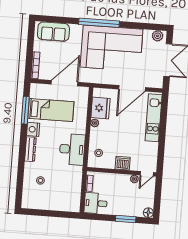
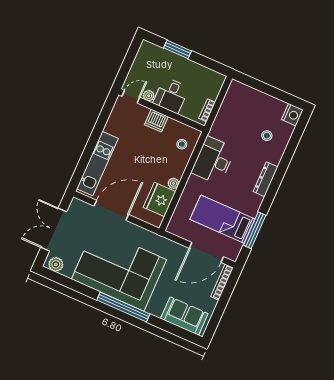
door: (65, 83) -> (206, 252), moved
nightstand: (33, 129) -> (292, 115), moved
desk: (96, 203) -> (171, 95), moved, turned 90
floor lamp: (148, 213) -> (146, 47), removed

